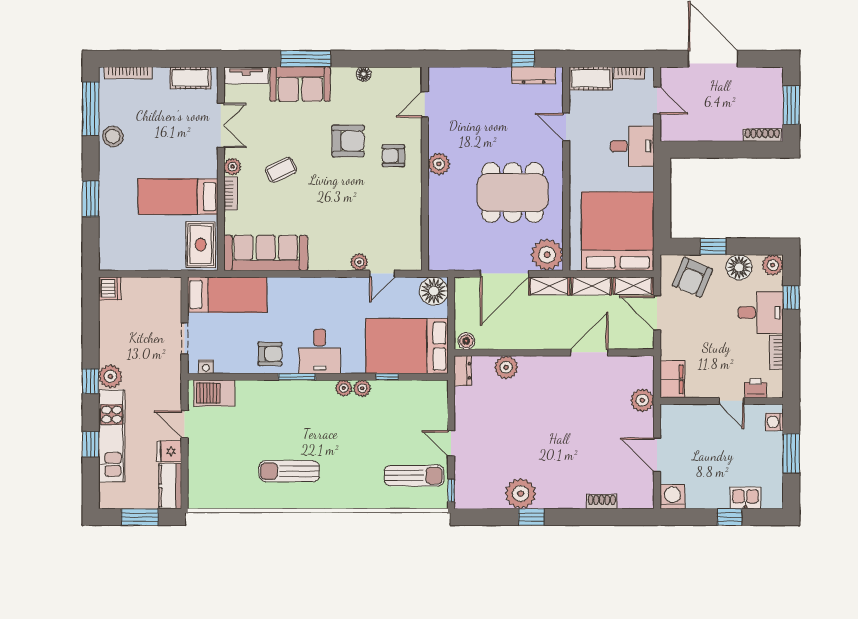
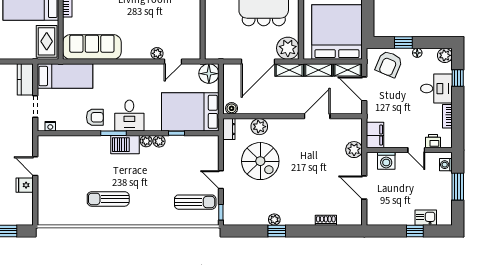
floor lamp: (739, 267) -> (417, 53), width x0.53, depth x0.53
barbecue: (214, 393) -> (125, 145), moved
spiral stairs: (508, 417) -> (260, 161), added
kitchen counter: (170, 486) -> (25, 79), moved
plant: (521, 494) -> (274, 220), width x0.53, depth x0.53
washing machine: (672, 497) -> (386, 161), moved, turned 180

